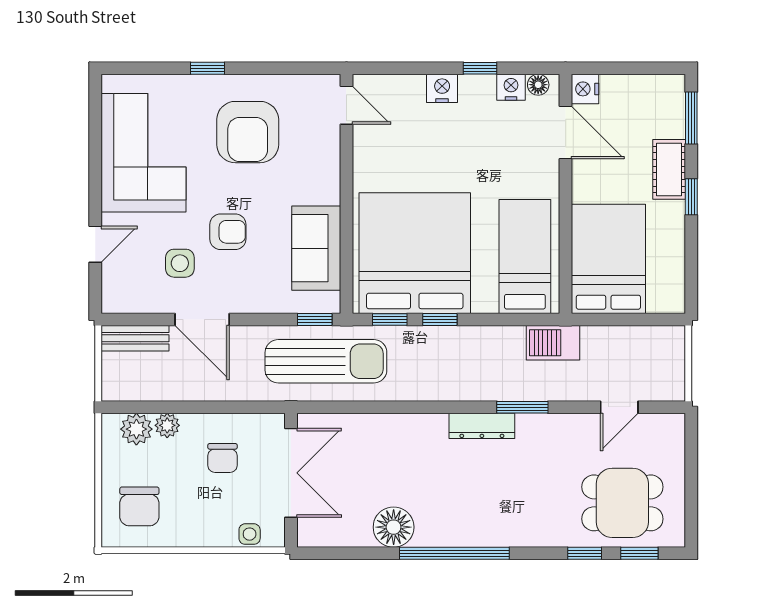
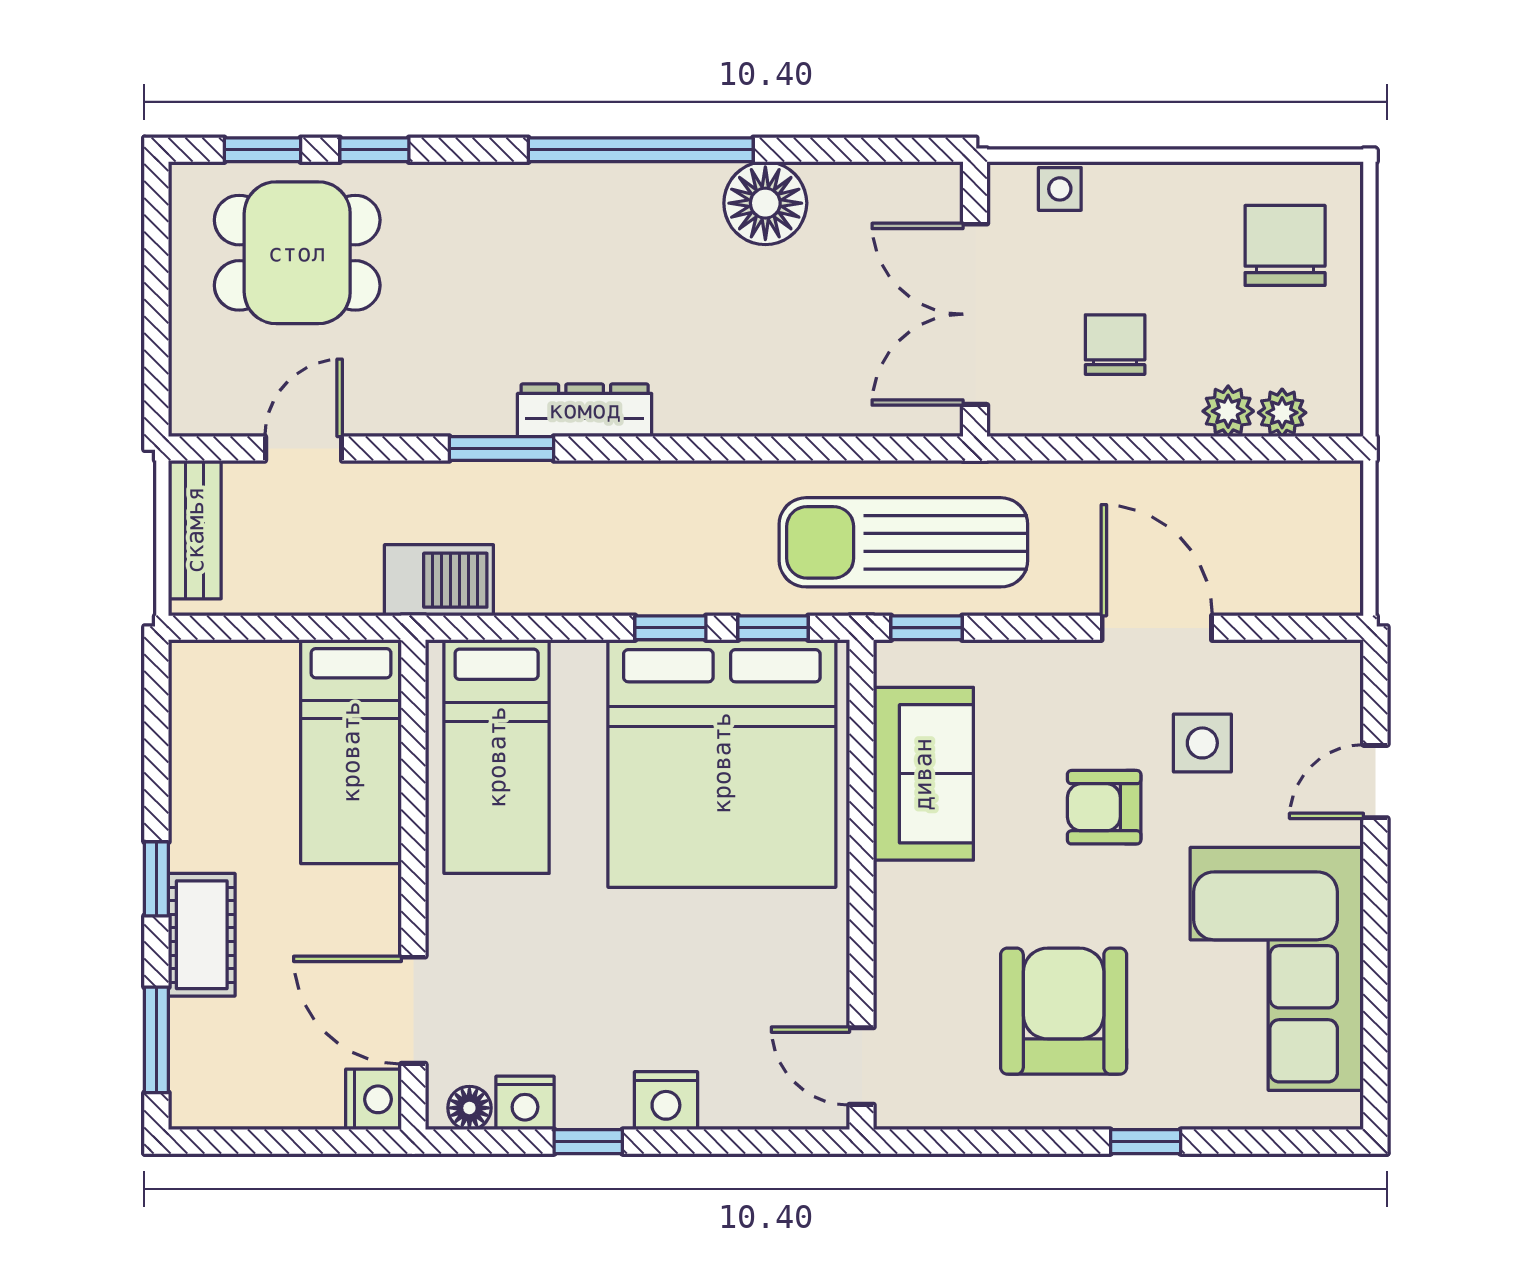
bed: (608, 259) -> (351, 752), width x0.67
bench: (135, 338) -> (195, 530), moved, turned 90
plant: (136, 429) -> (1282, 413), width x0.73, depth x0.73

